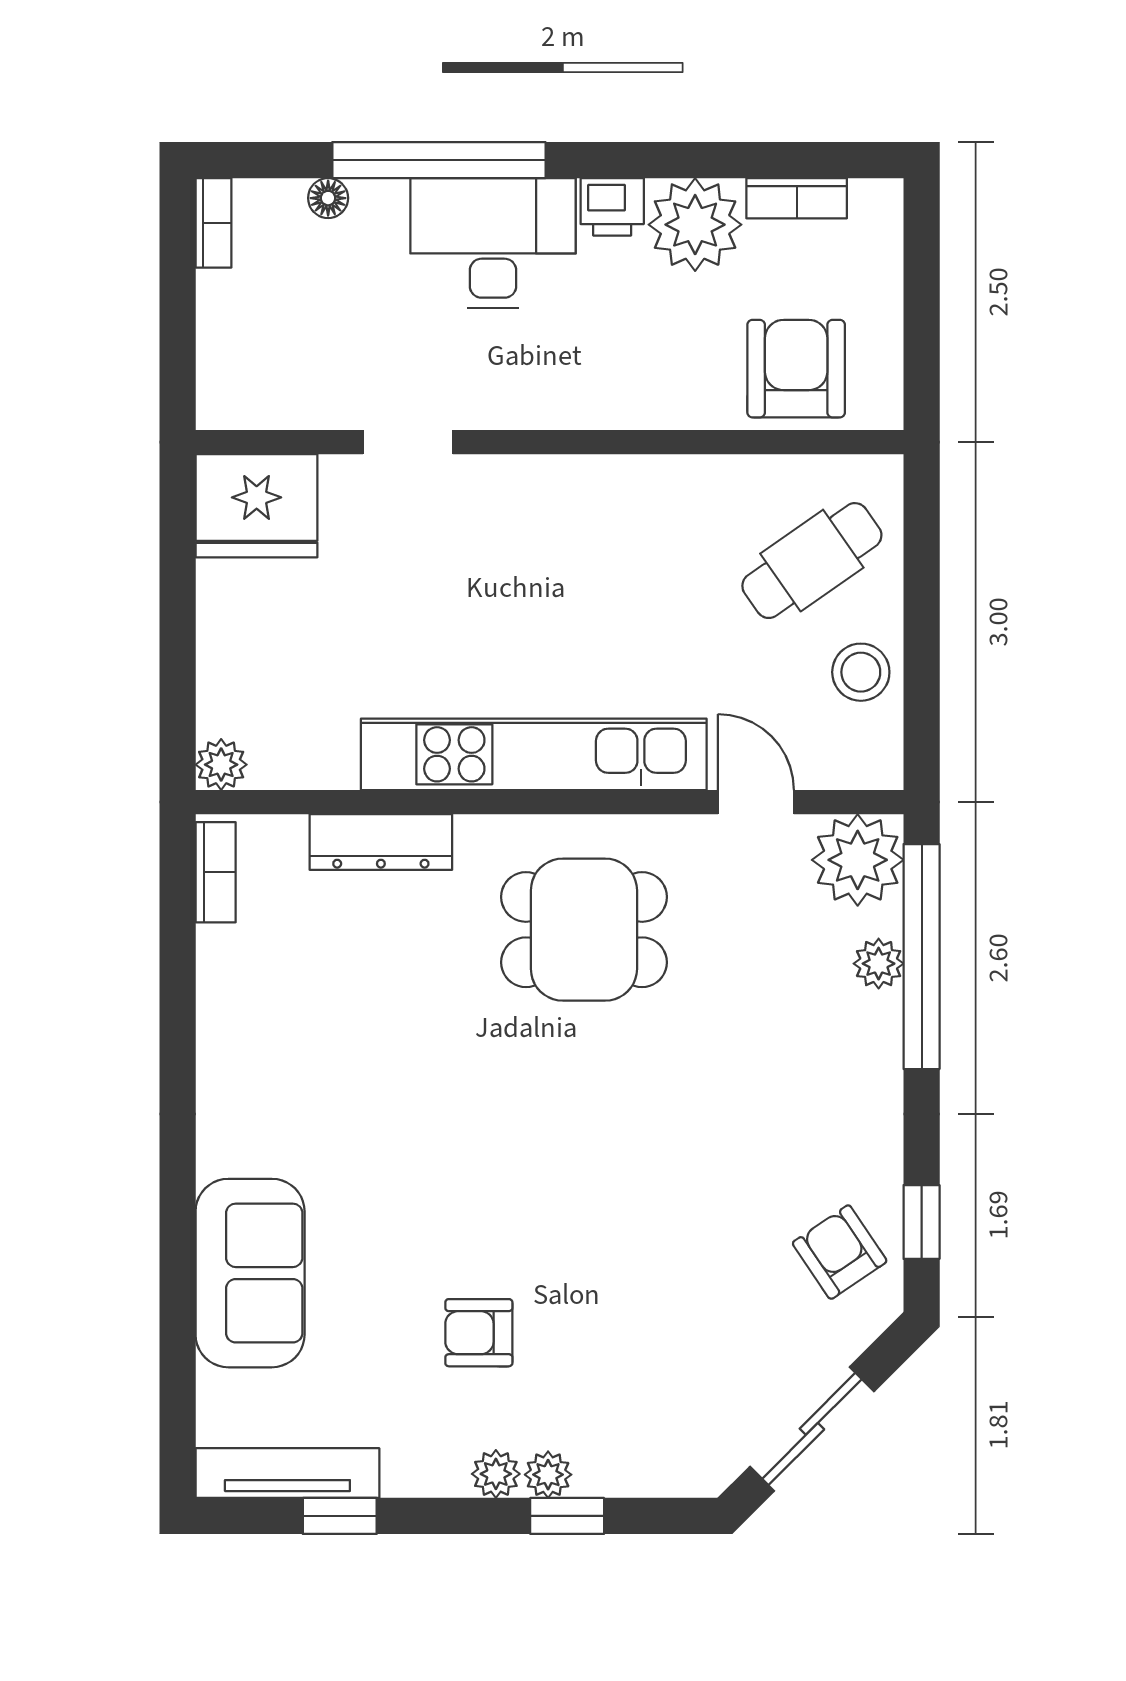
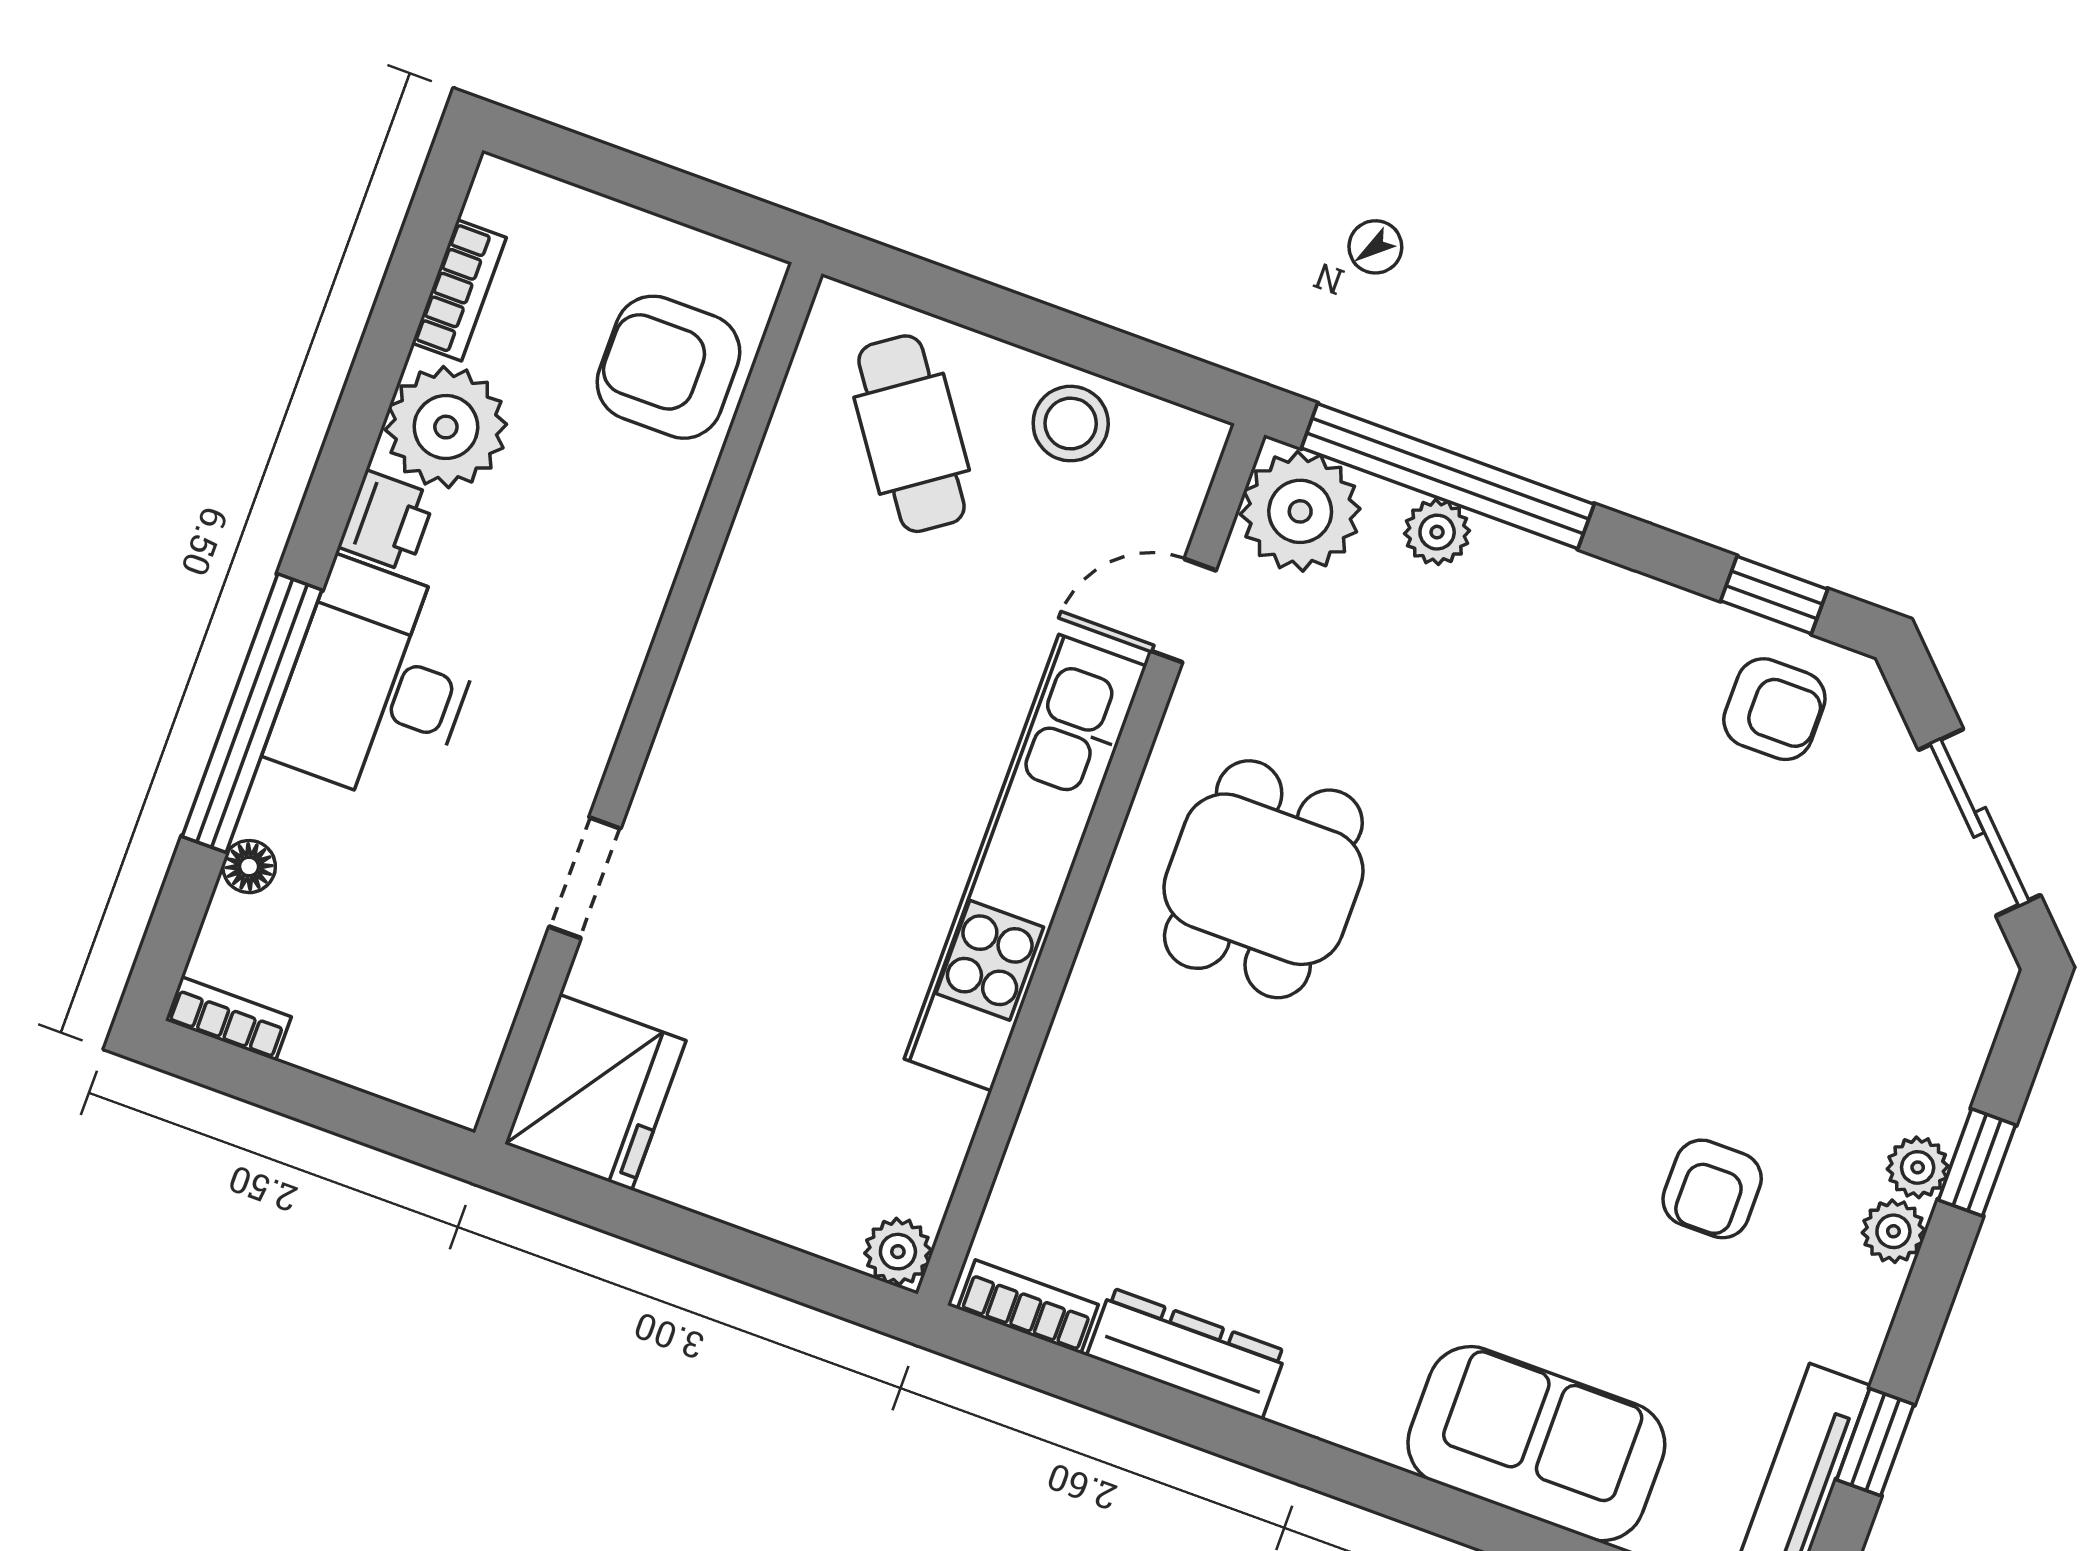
dresser: (381, 842) -> (1187, 1353), moved, turned -90
armchair: (840, 1252) -> (1774, 709), turned -146

